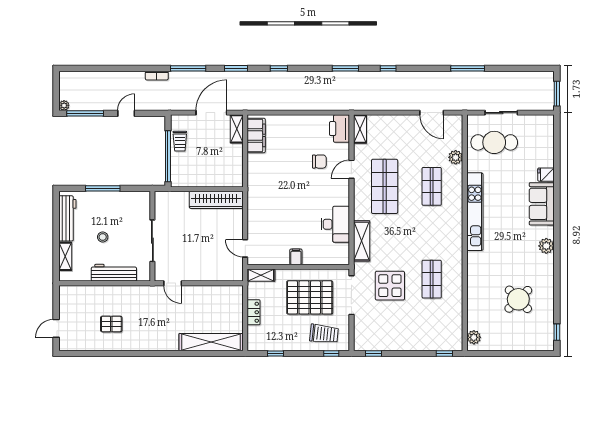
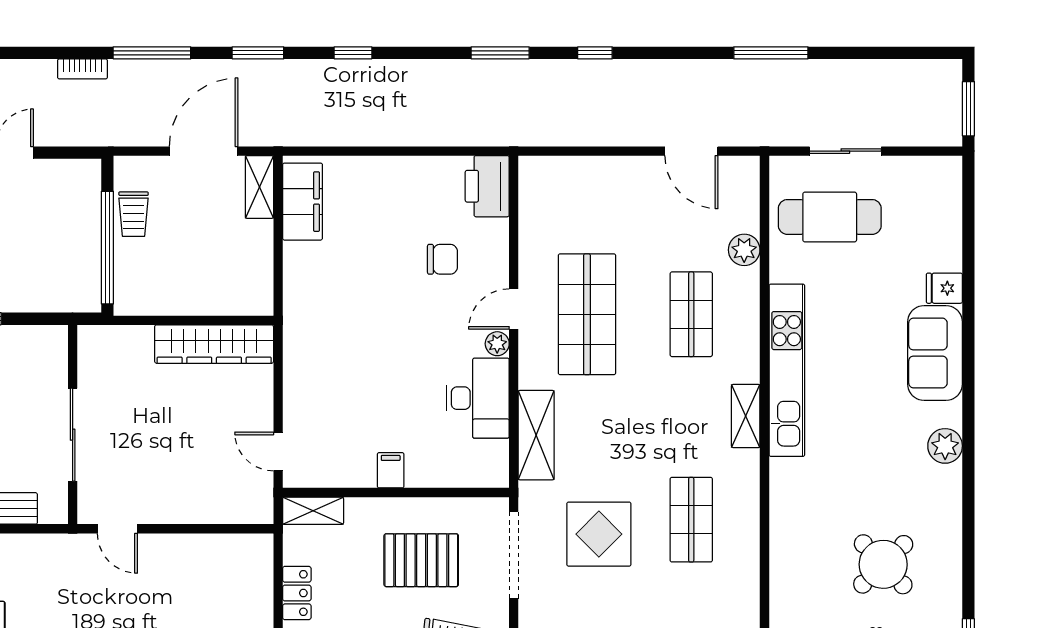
shelving: (360, 129) -> (746, 416), moved
door: (351, 169) -> (514, 309), moved
plant: (344, 200) -> (497, 344), added
pallet: (310, 297) -> (421, 560), width x0.73, depth x0.71

